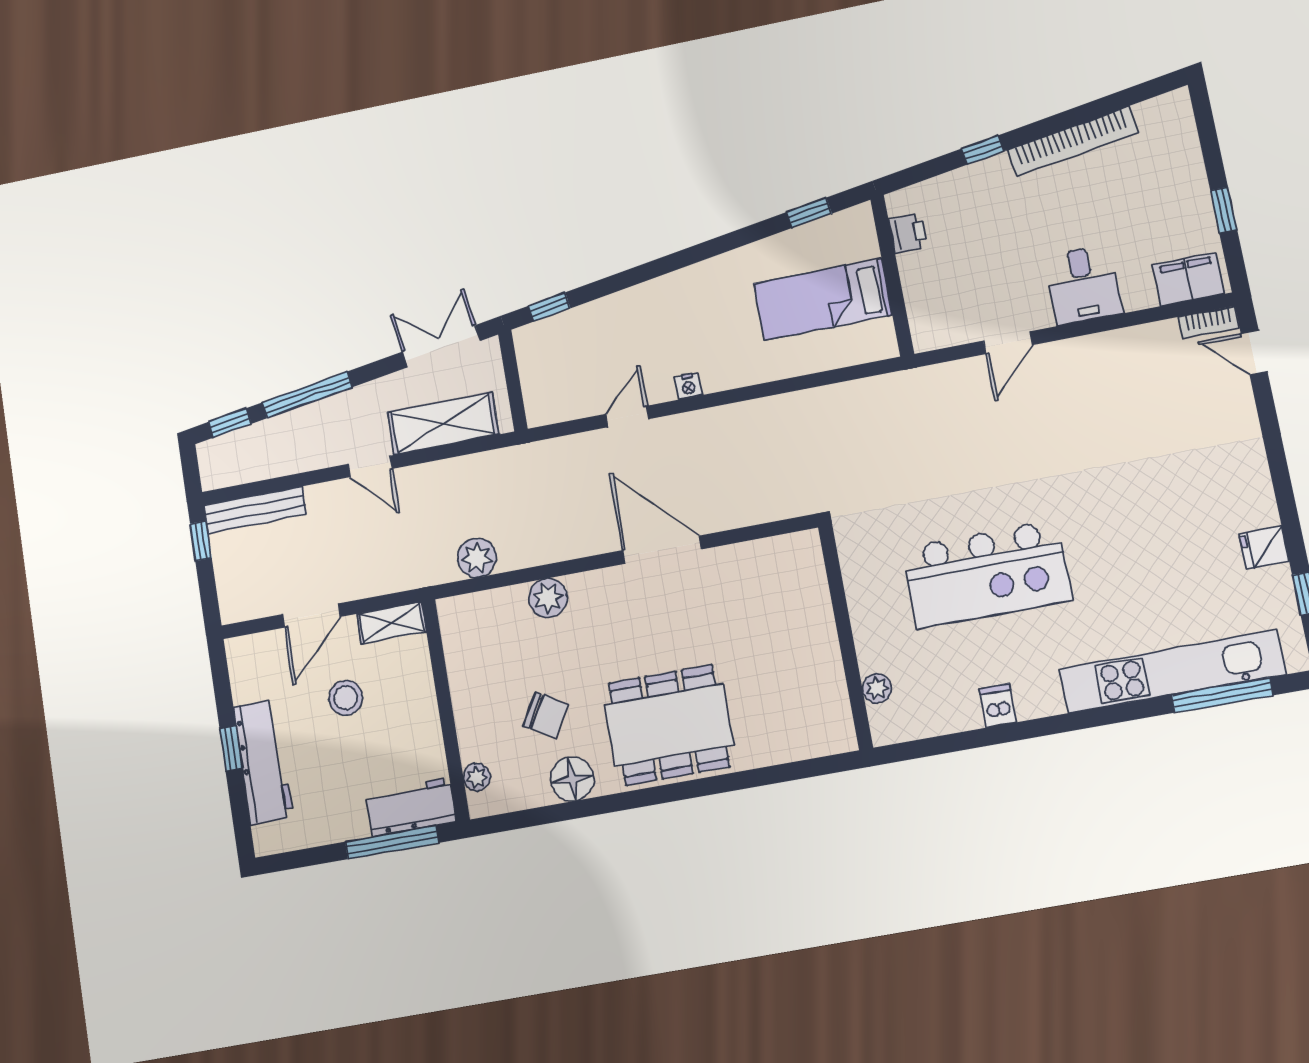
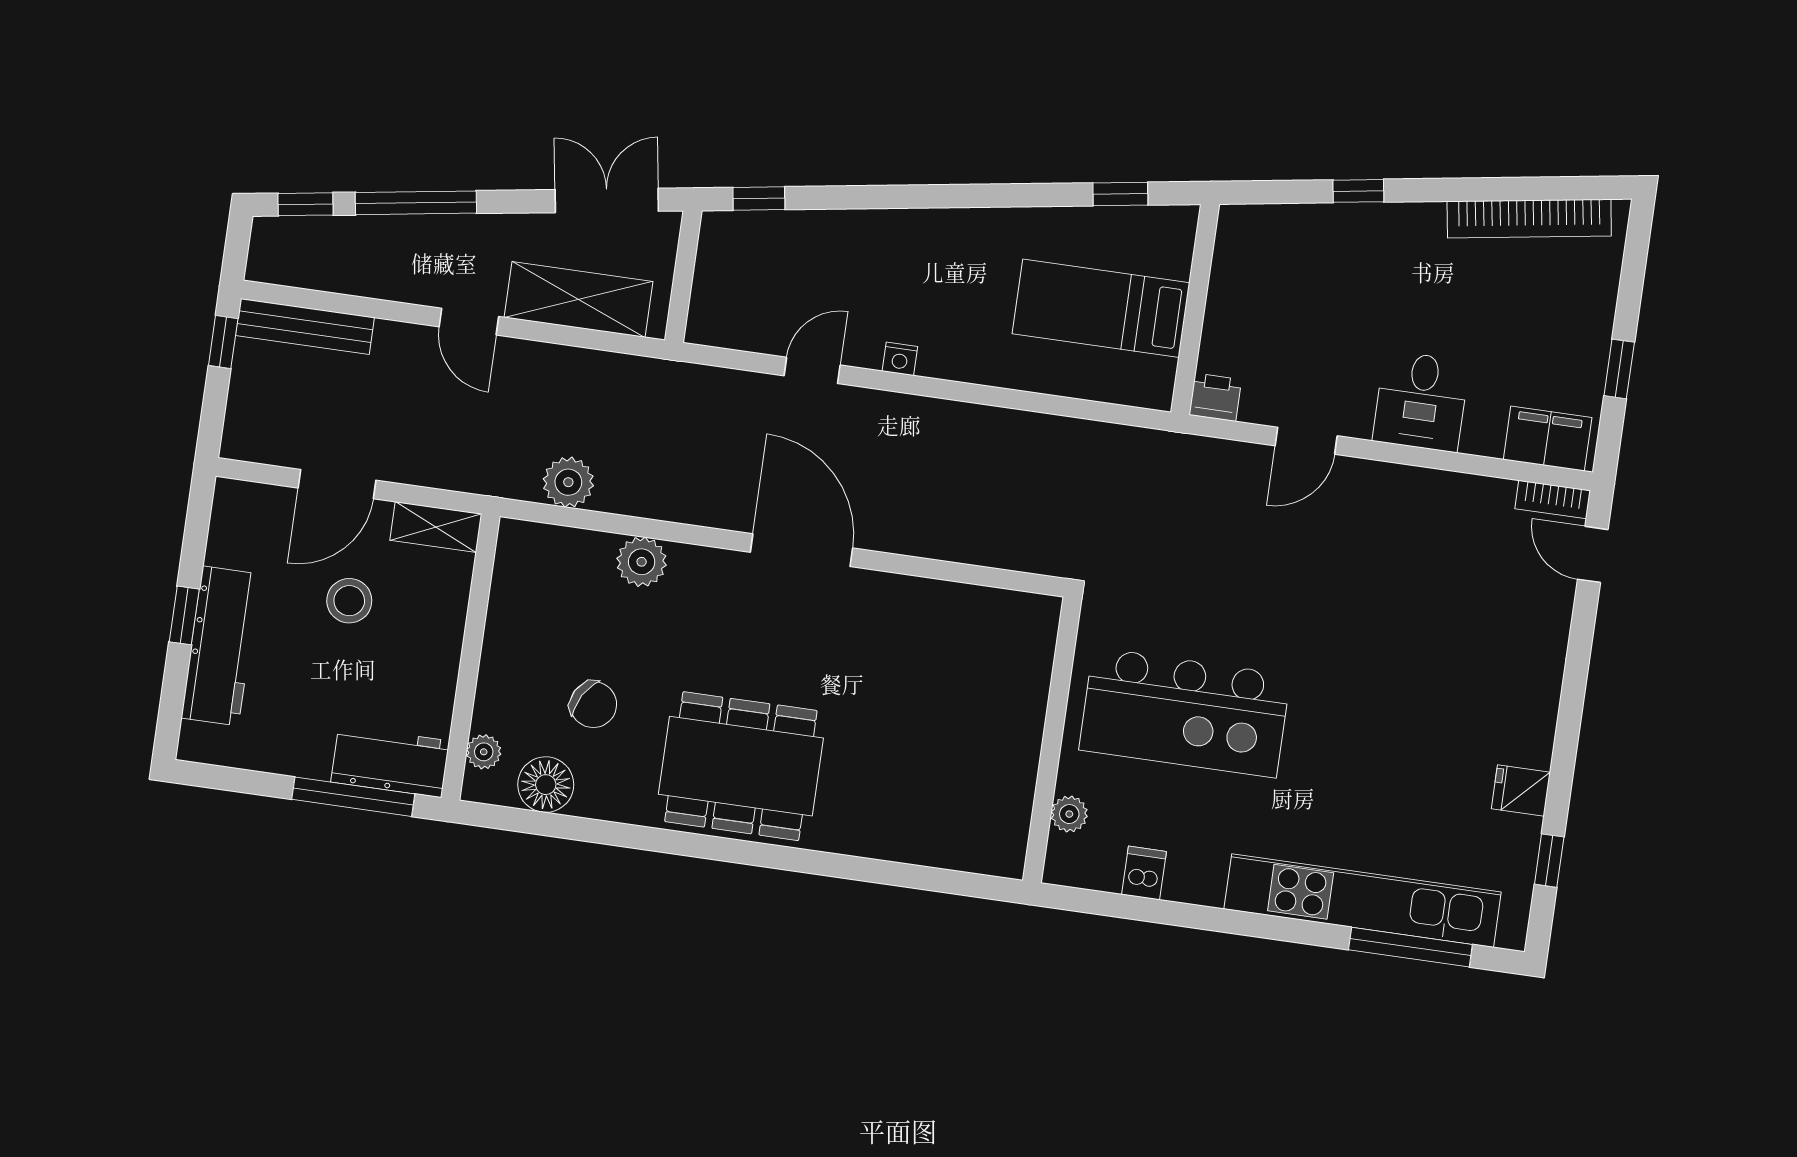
bookcase: (1073, 141) -> (1529, 219), moved
printer: (908, 233) -> (1215, 397), moved, turned -90
wall: (846, 637) -> (1052, 740), moved
plant: (877, 688) -> (1069, 814), moved
floor lamp: (572, 779) -> (546, 785), moved

